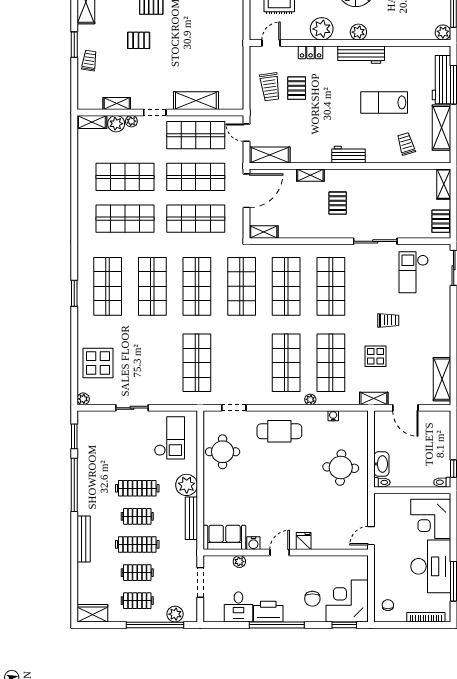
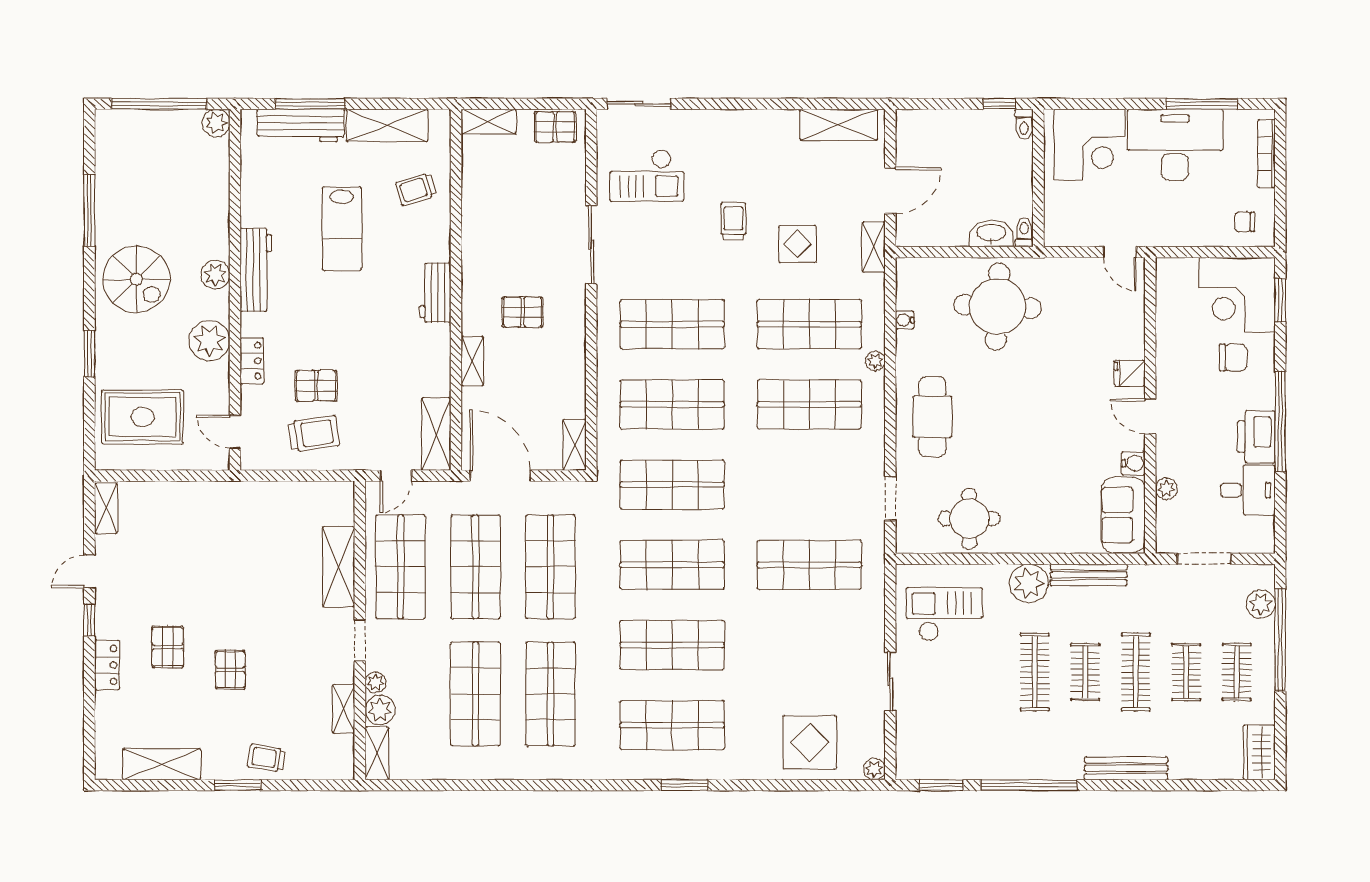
round table: (341, 468) -> (998, 307), width x1.36, depth x1.36

